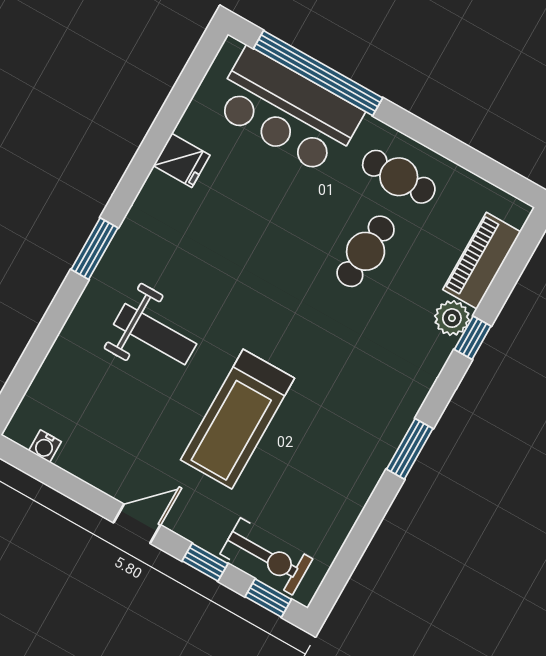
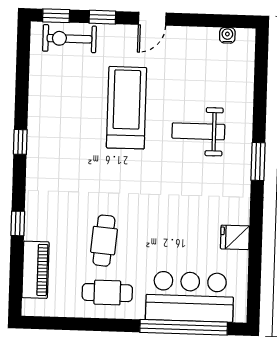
plant: (452, 318) -> (35, 228), removed
window: (410, 449) -> (20, 142), width x0.67

